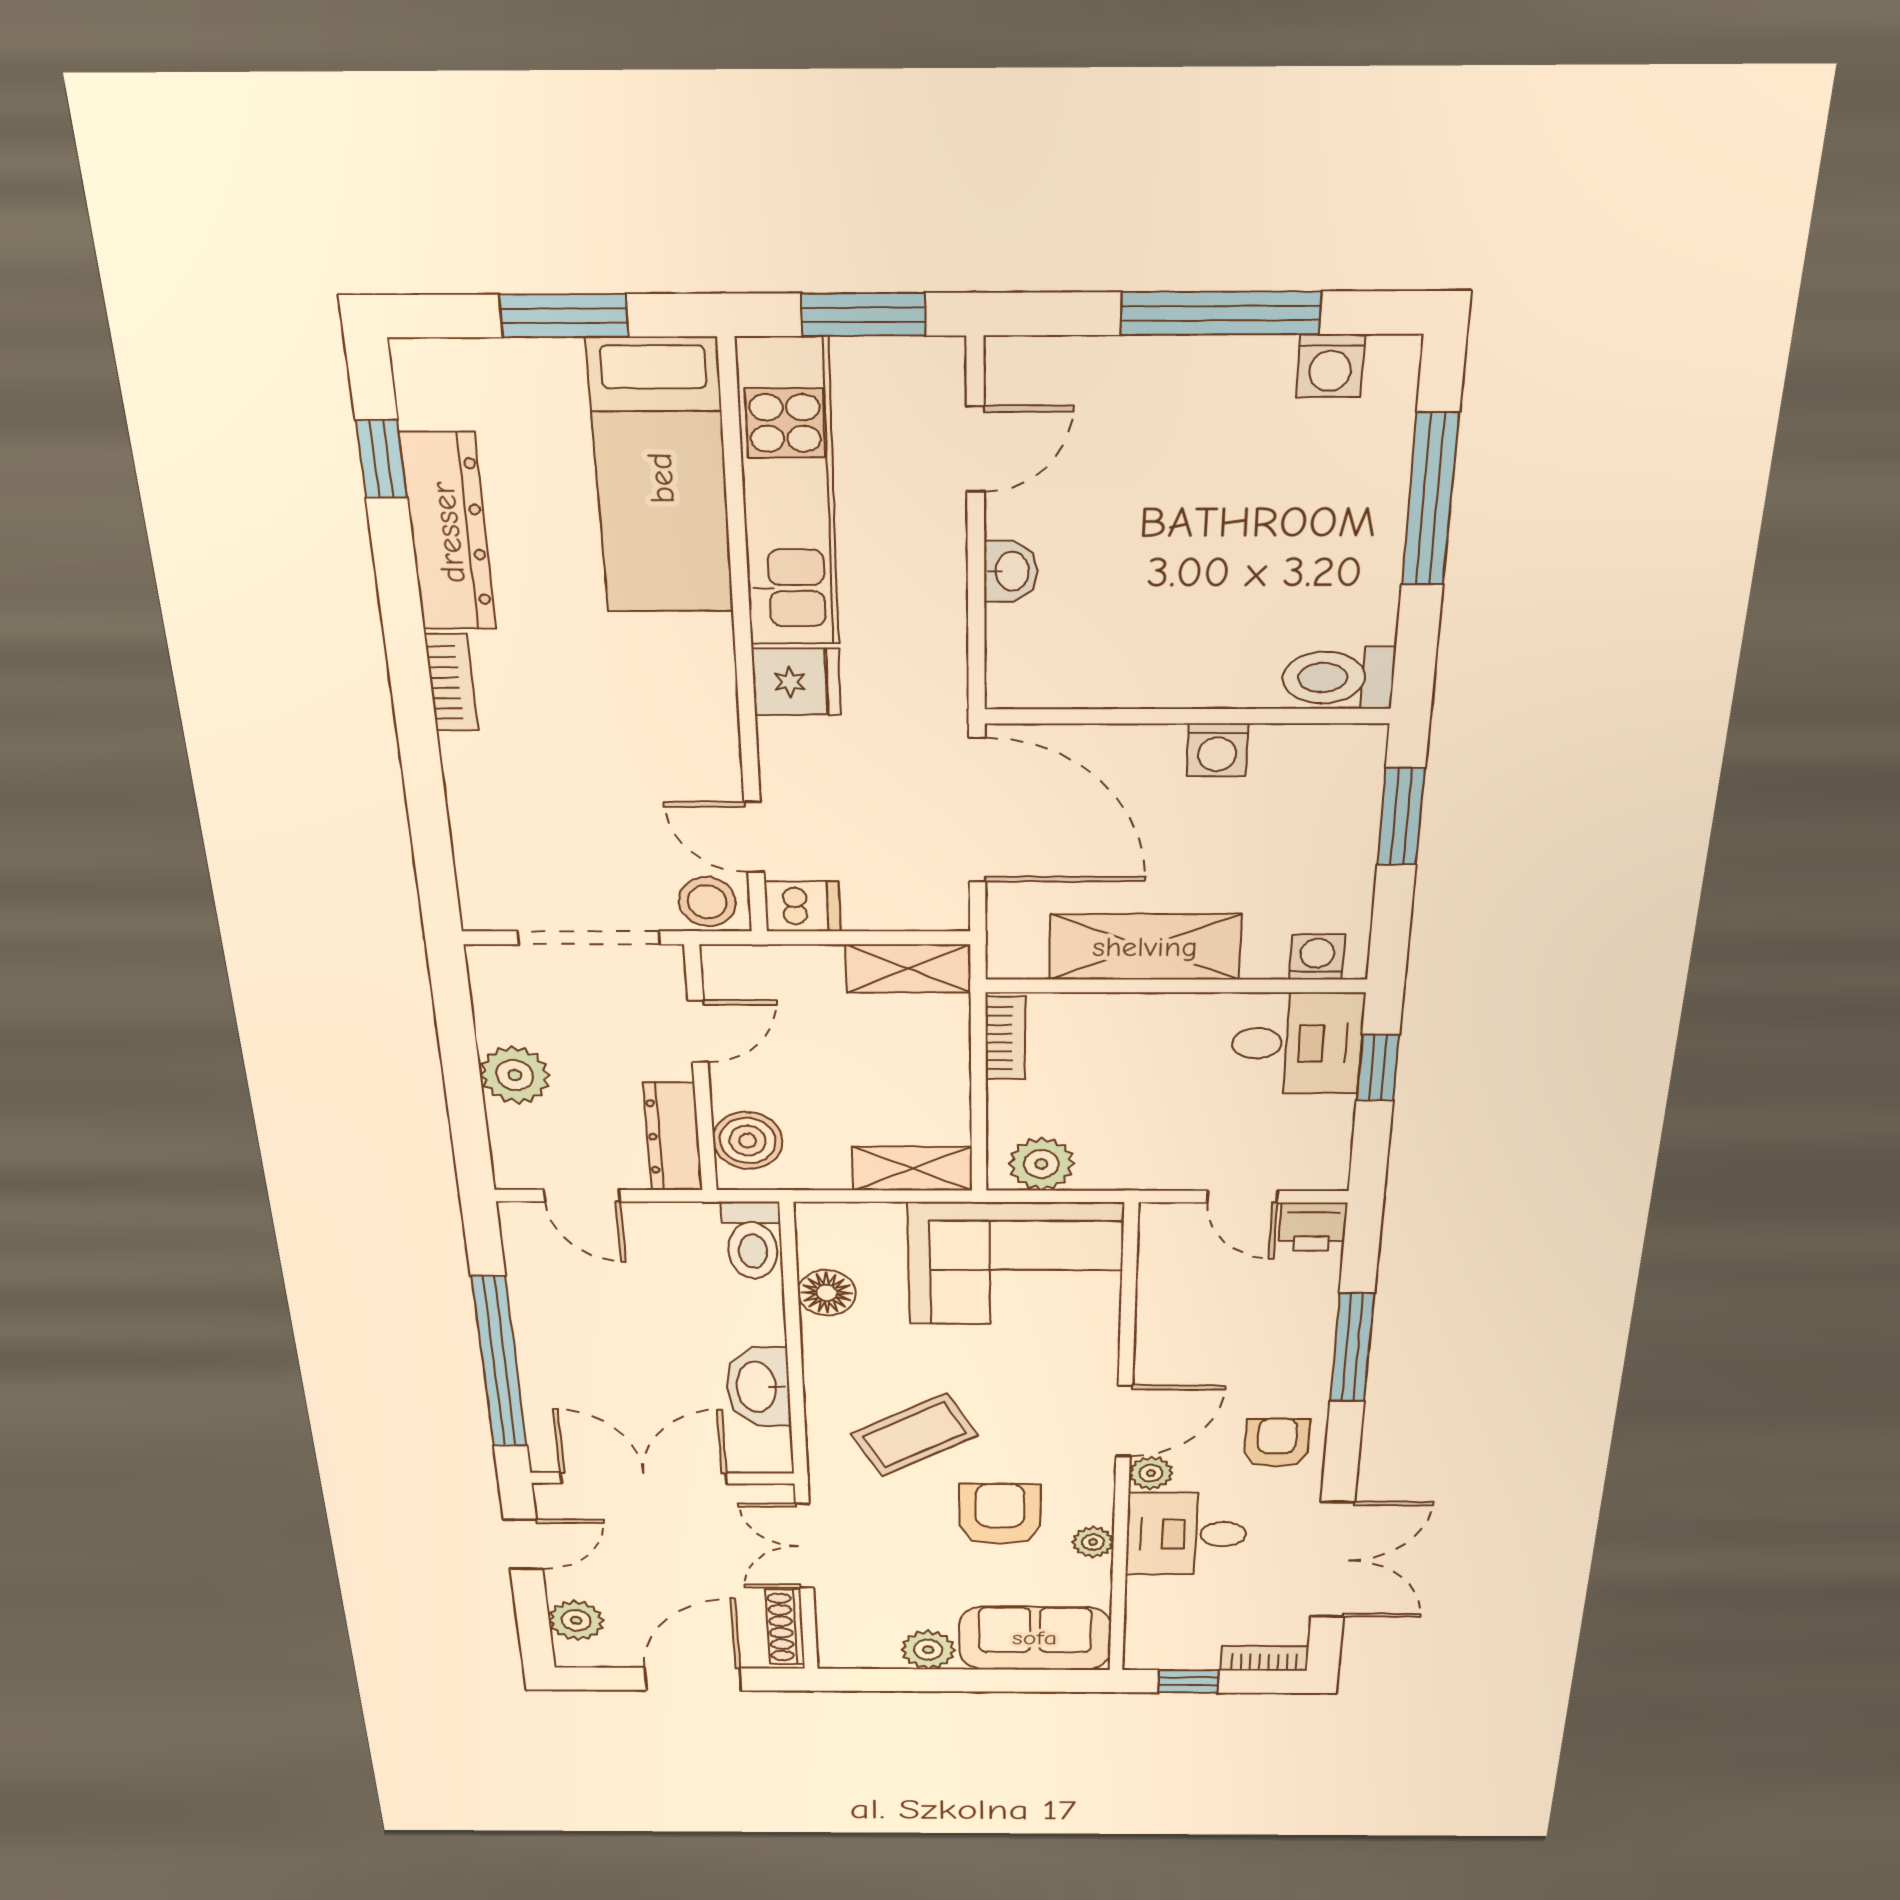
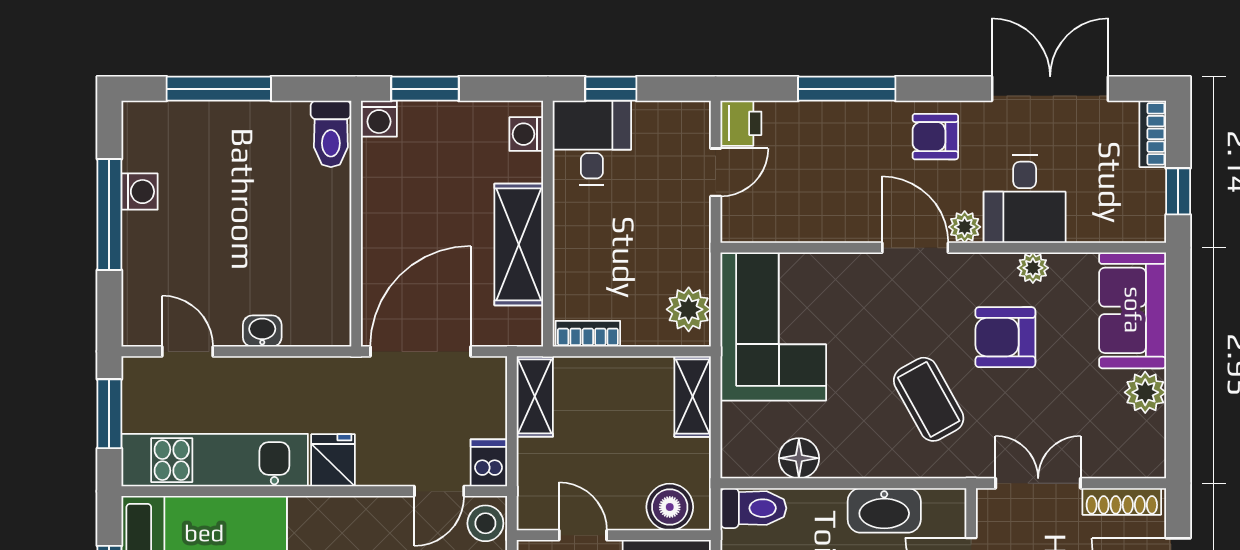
washing machine: (1330, 366) -> (140, 192), moved
washing machine: (1217, 750) -> (379, 119), moved, turned 90
double door: (805, 1546) -> (1038, 483), swing flipped

